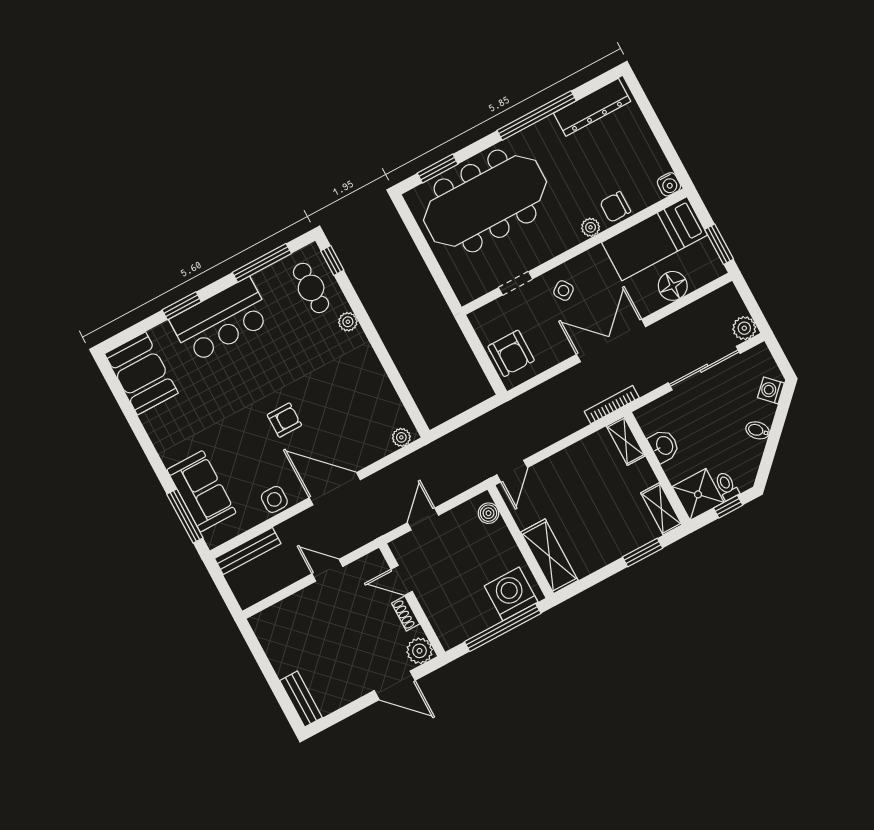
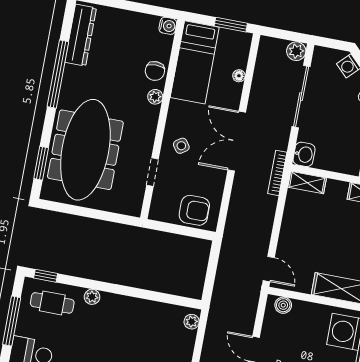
floor lamp: (673, 286) -> (239, 76), width x0.53, depth x0.53
washbasin: (664, 446) -> (304, 154), moved, turned 90

